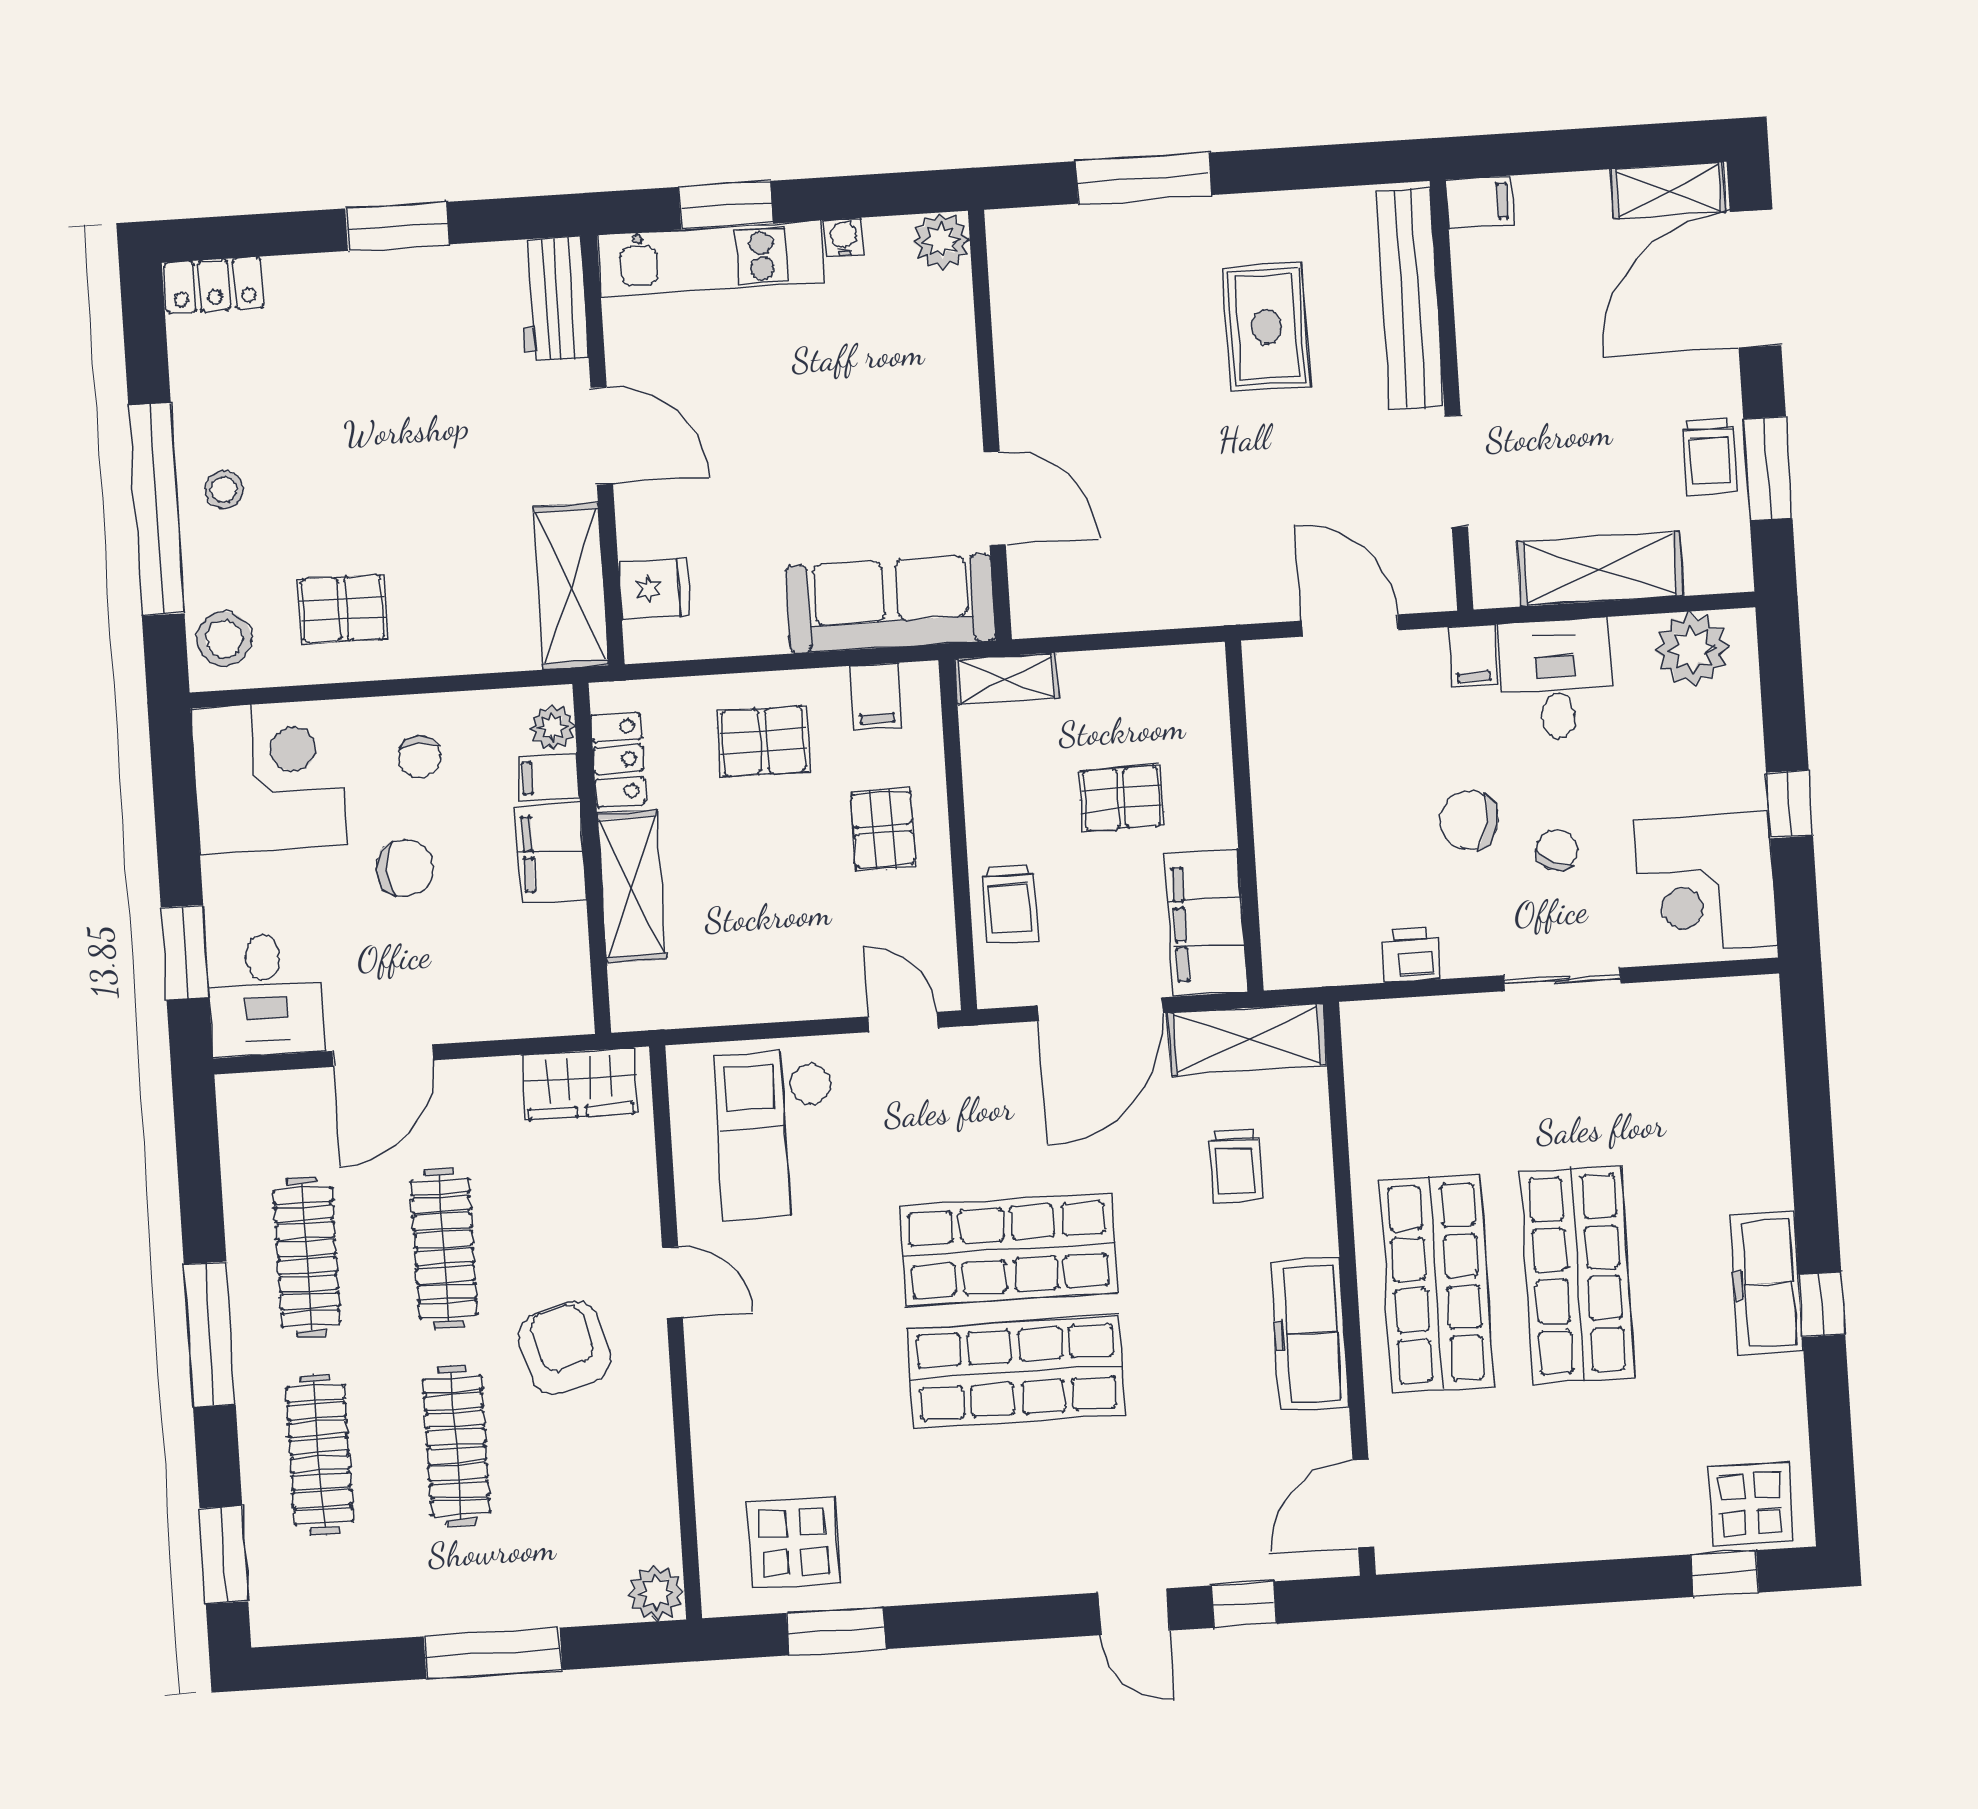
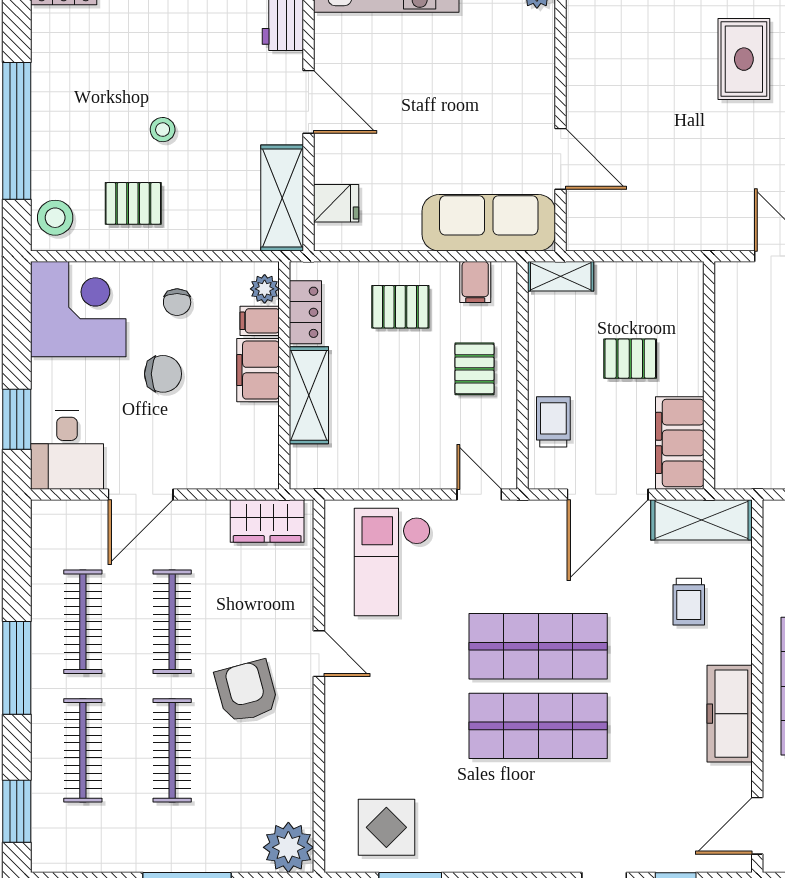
stool: (224, 490) -> (163, 130), moved
trolley: (1010, 903) -> (553, 422), turned 180
plant: (656, 1593) -> (288, 847), width x1.36, depth x1.36

